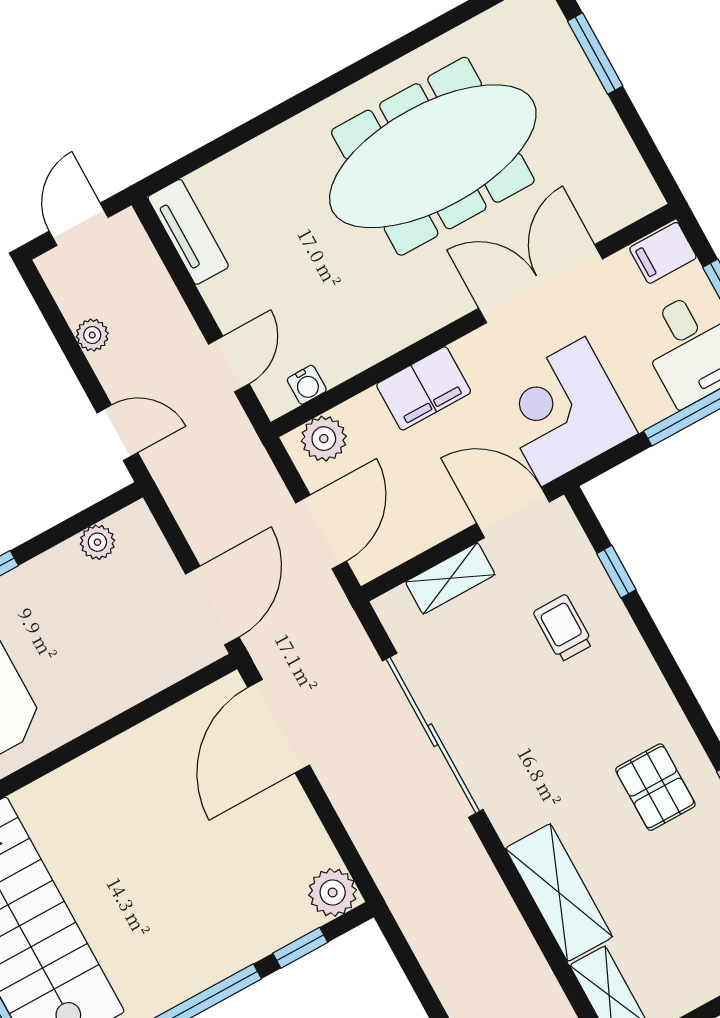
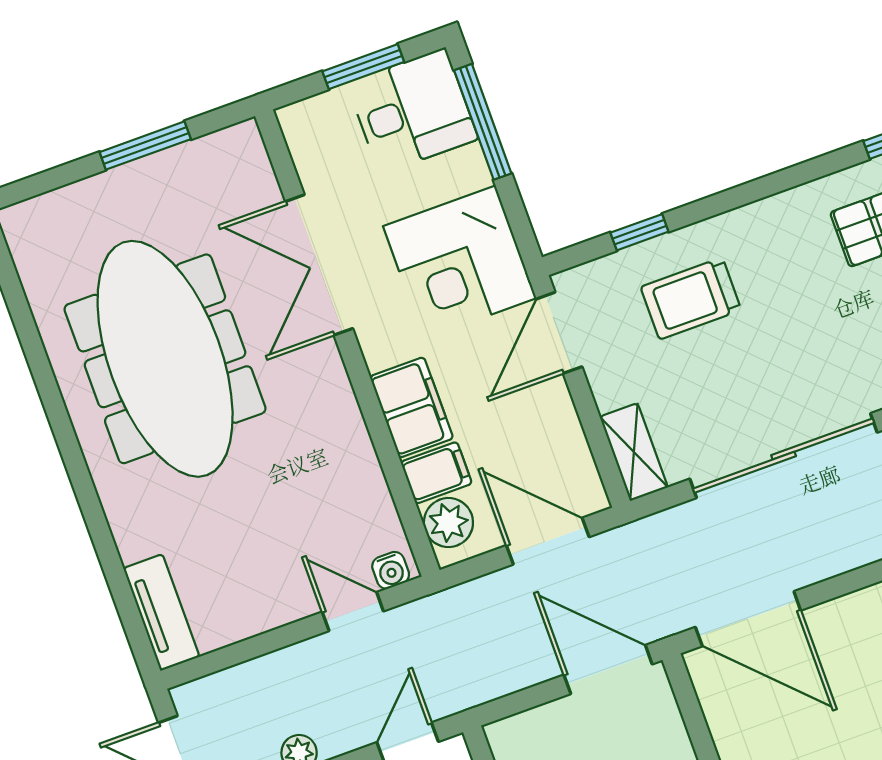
window: (595, 53) -> (145, 146), moved
tv unit: (188, 232) -> (161, 612), moved, turned 90
filing cabinet: (663, 253) -> (436, 473), moved, turned -90
water cooler: (307, 385) -> (391, 570), moved, turned 90
shelving: (450, 578) -> (634, 452), moved
trolley: (563, 628) -> (691, 298), width x1.36, depth x1.39

